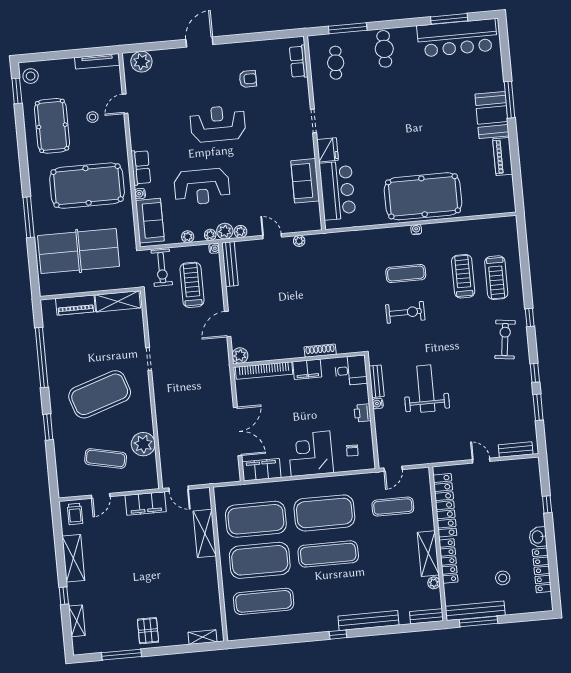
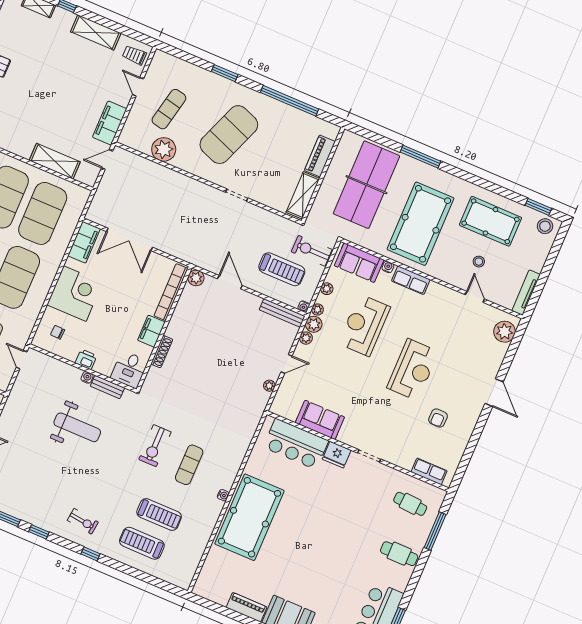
exercise bike: (505, 340) -> (83, 521), width x0.73, depth x0.72
exercise mat: (100, 394) -> (229, 135), turned 39

